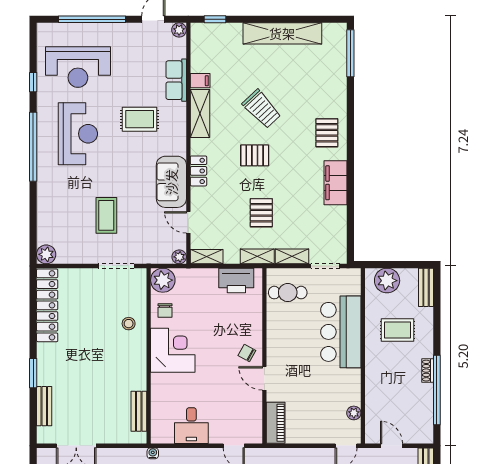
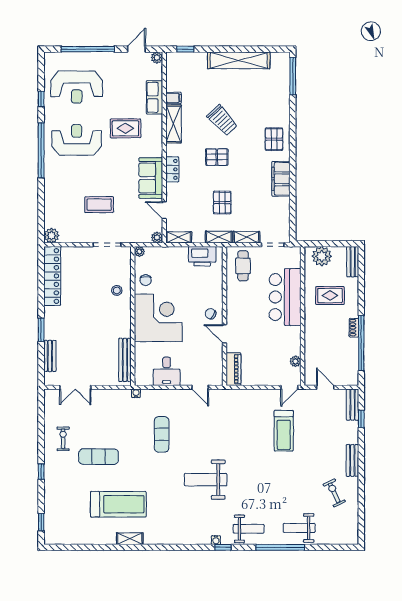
reception desk: (78, 134) -> (77, 140), turned -90
coffee table: (106, 215) -> (99, 205), turned 90
plant: (163, 280) -> (139, 252), width x0.53, depth x0.53
cafe table: (288, 293) -> (243, 266), turned 90
corner desk: (173, 350) -> (158, 318), width x1.36, depth x1.36
bench: (139, 411) -> (125, 360), width x1.36

